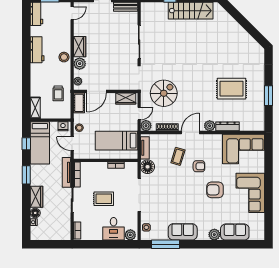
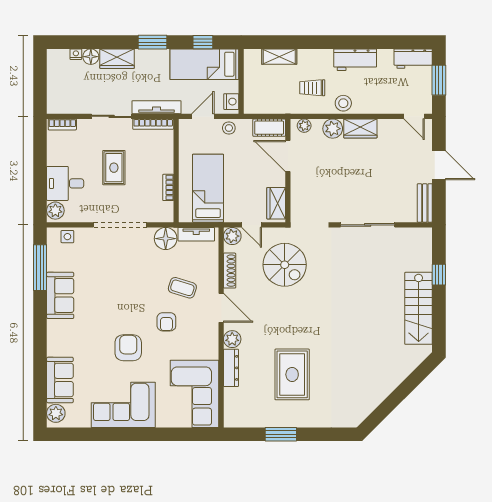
trolley: (58, 93) -> (312, 88), moved
shelving: (35, 108) -> (279, 57), moved
plant: (214, 235) -> (56, 413), moved

